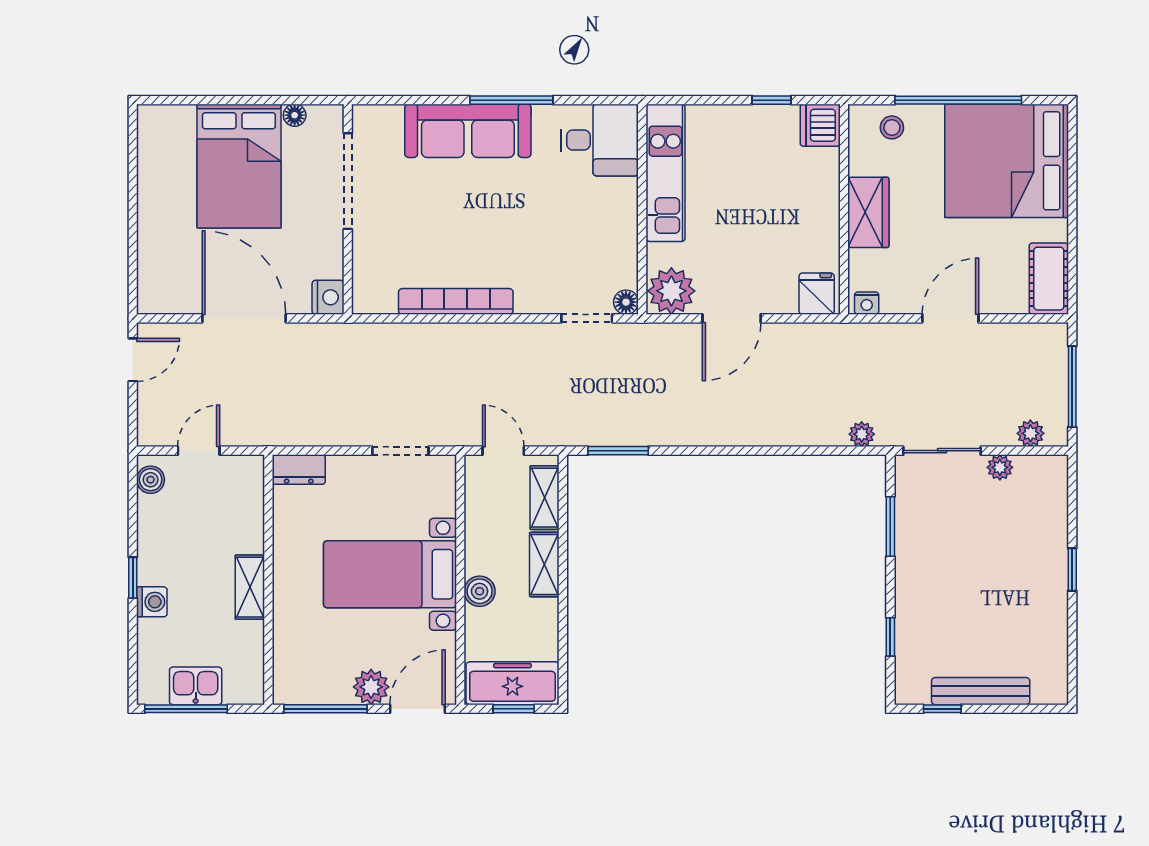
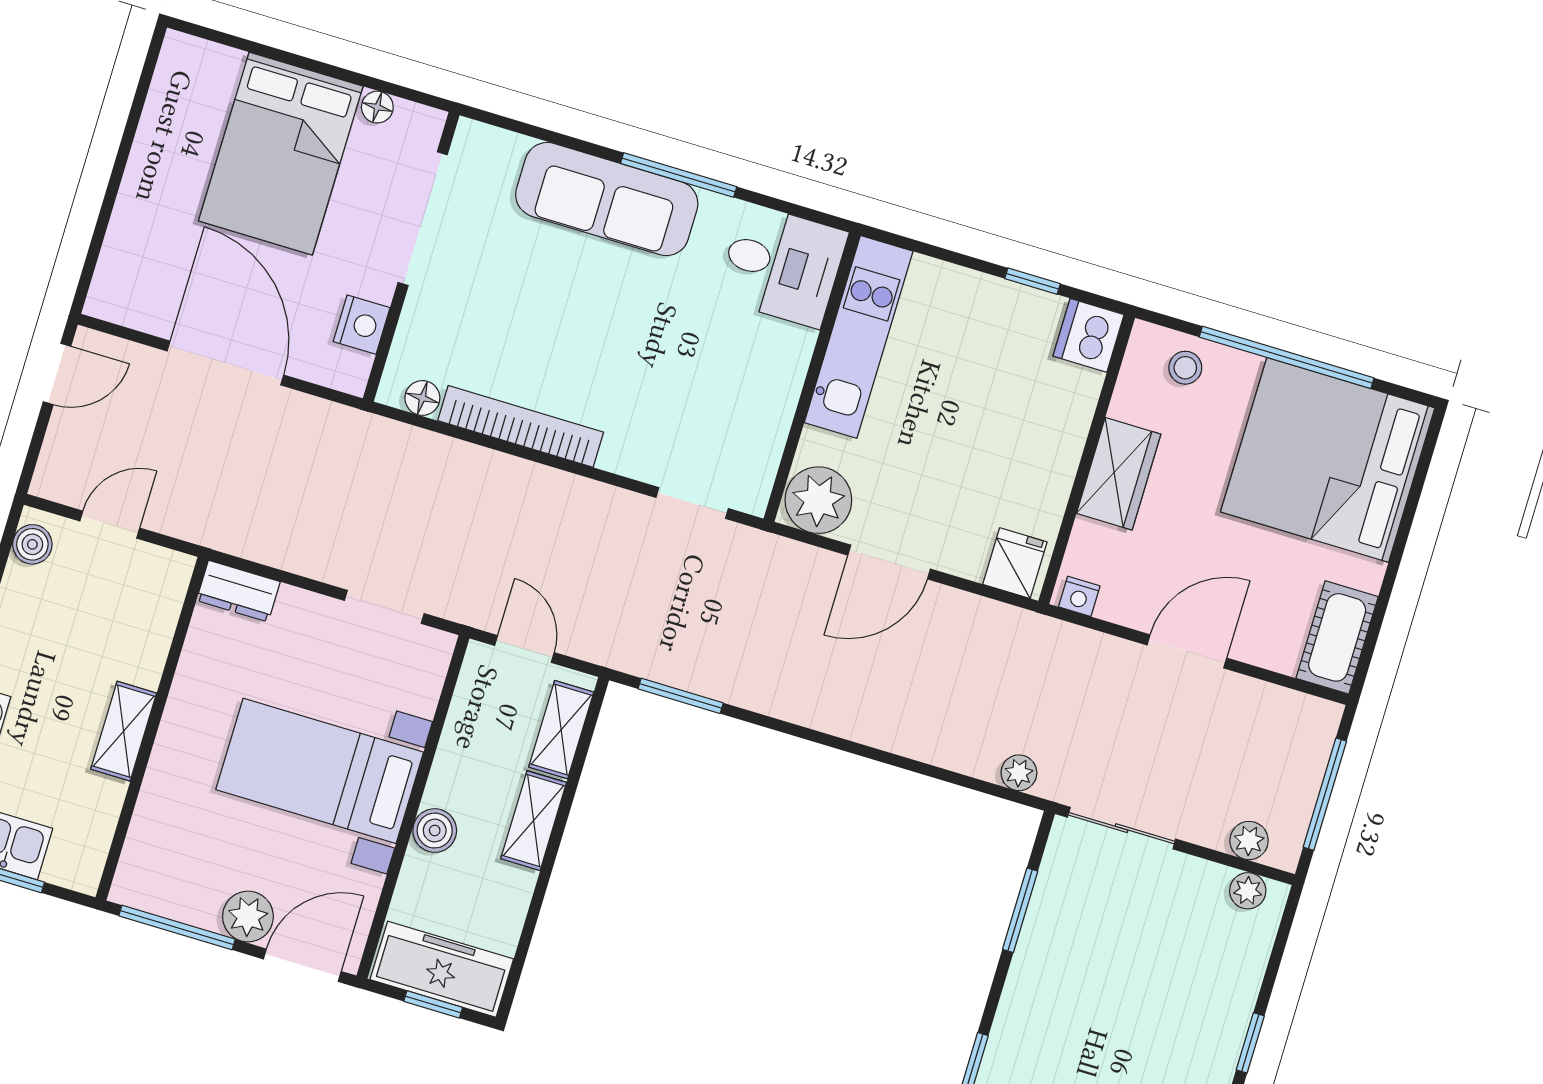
nightstand: (328, 297) -> (362, 325), moved
floor lamp: (626, 302) -> (422, 398), moved
plant: (1000, 467) -> (1248, 891), moved

